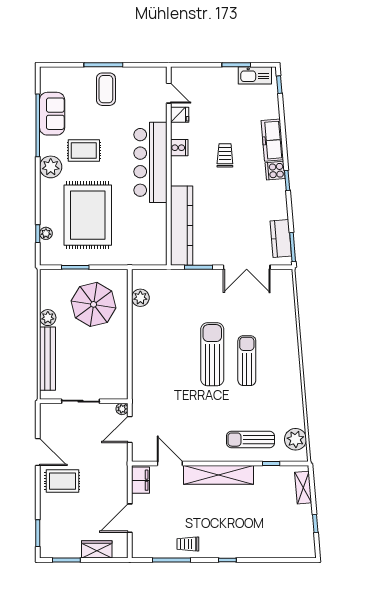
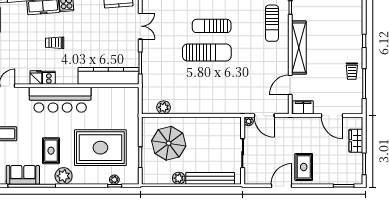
fridge: (180, 115) -> (36, 77), moved
double door: (247, 267) -> (140, 26), width x0.73
sun lounger: (212, 354) -> (207, 52), turned 180

